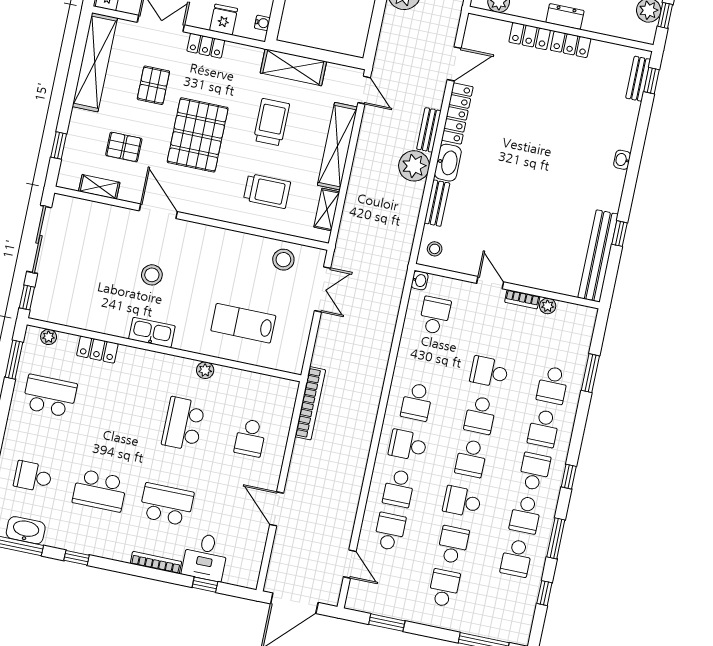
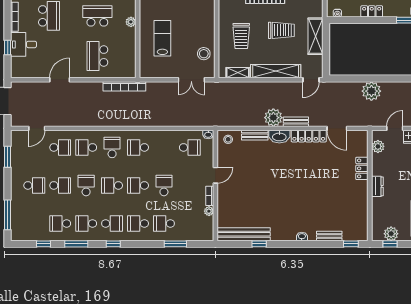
locker: (571, 44) -> (362, 193), removed
bench: (638, 79) -> (329, 236), moved
school desk: (250, 438) -> (97, 56), width x1.85

